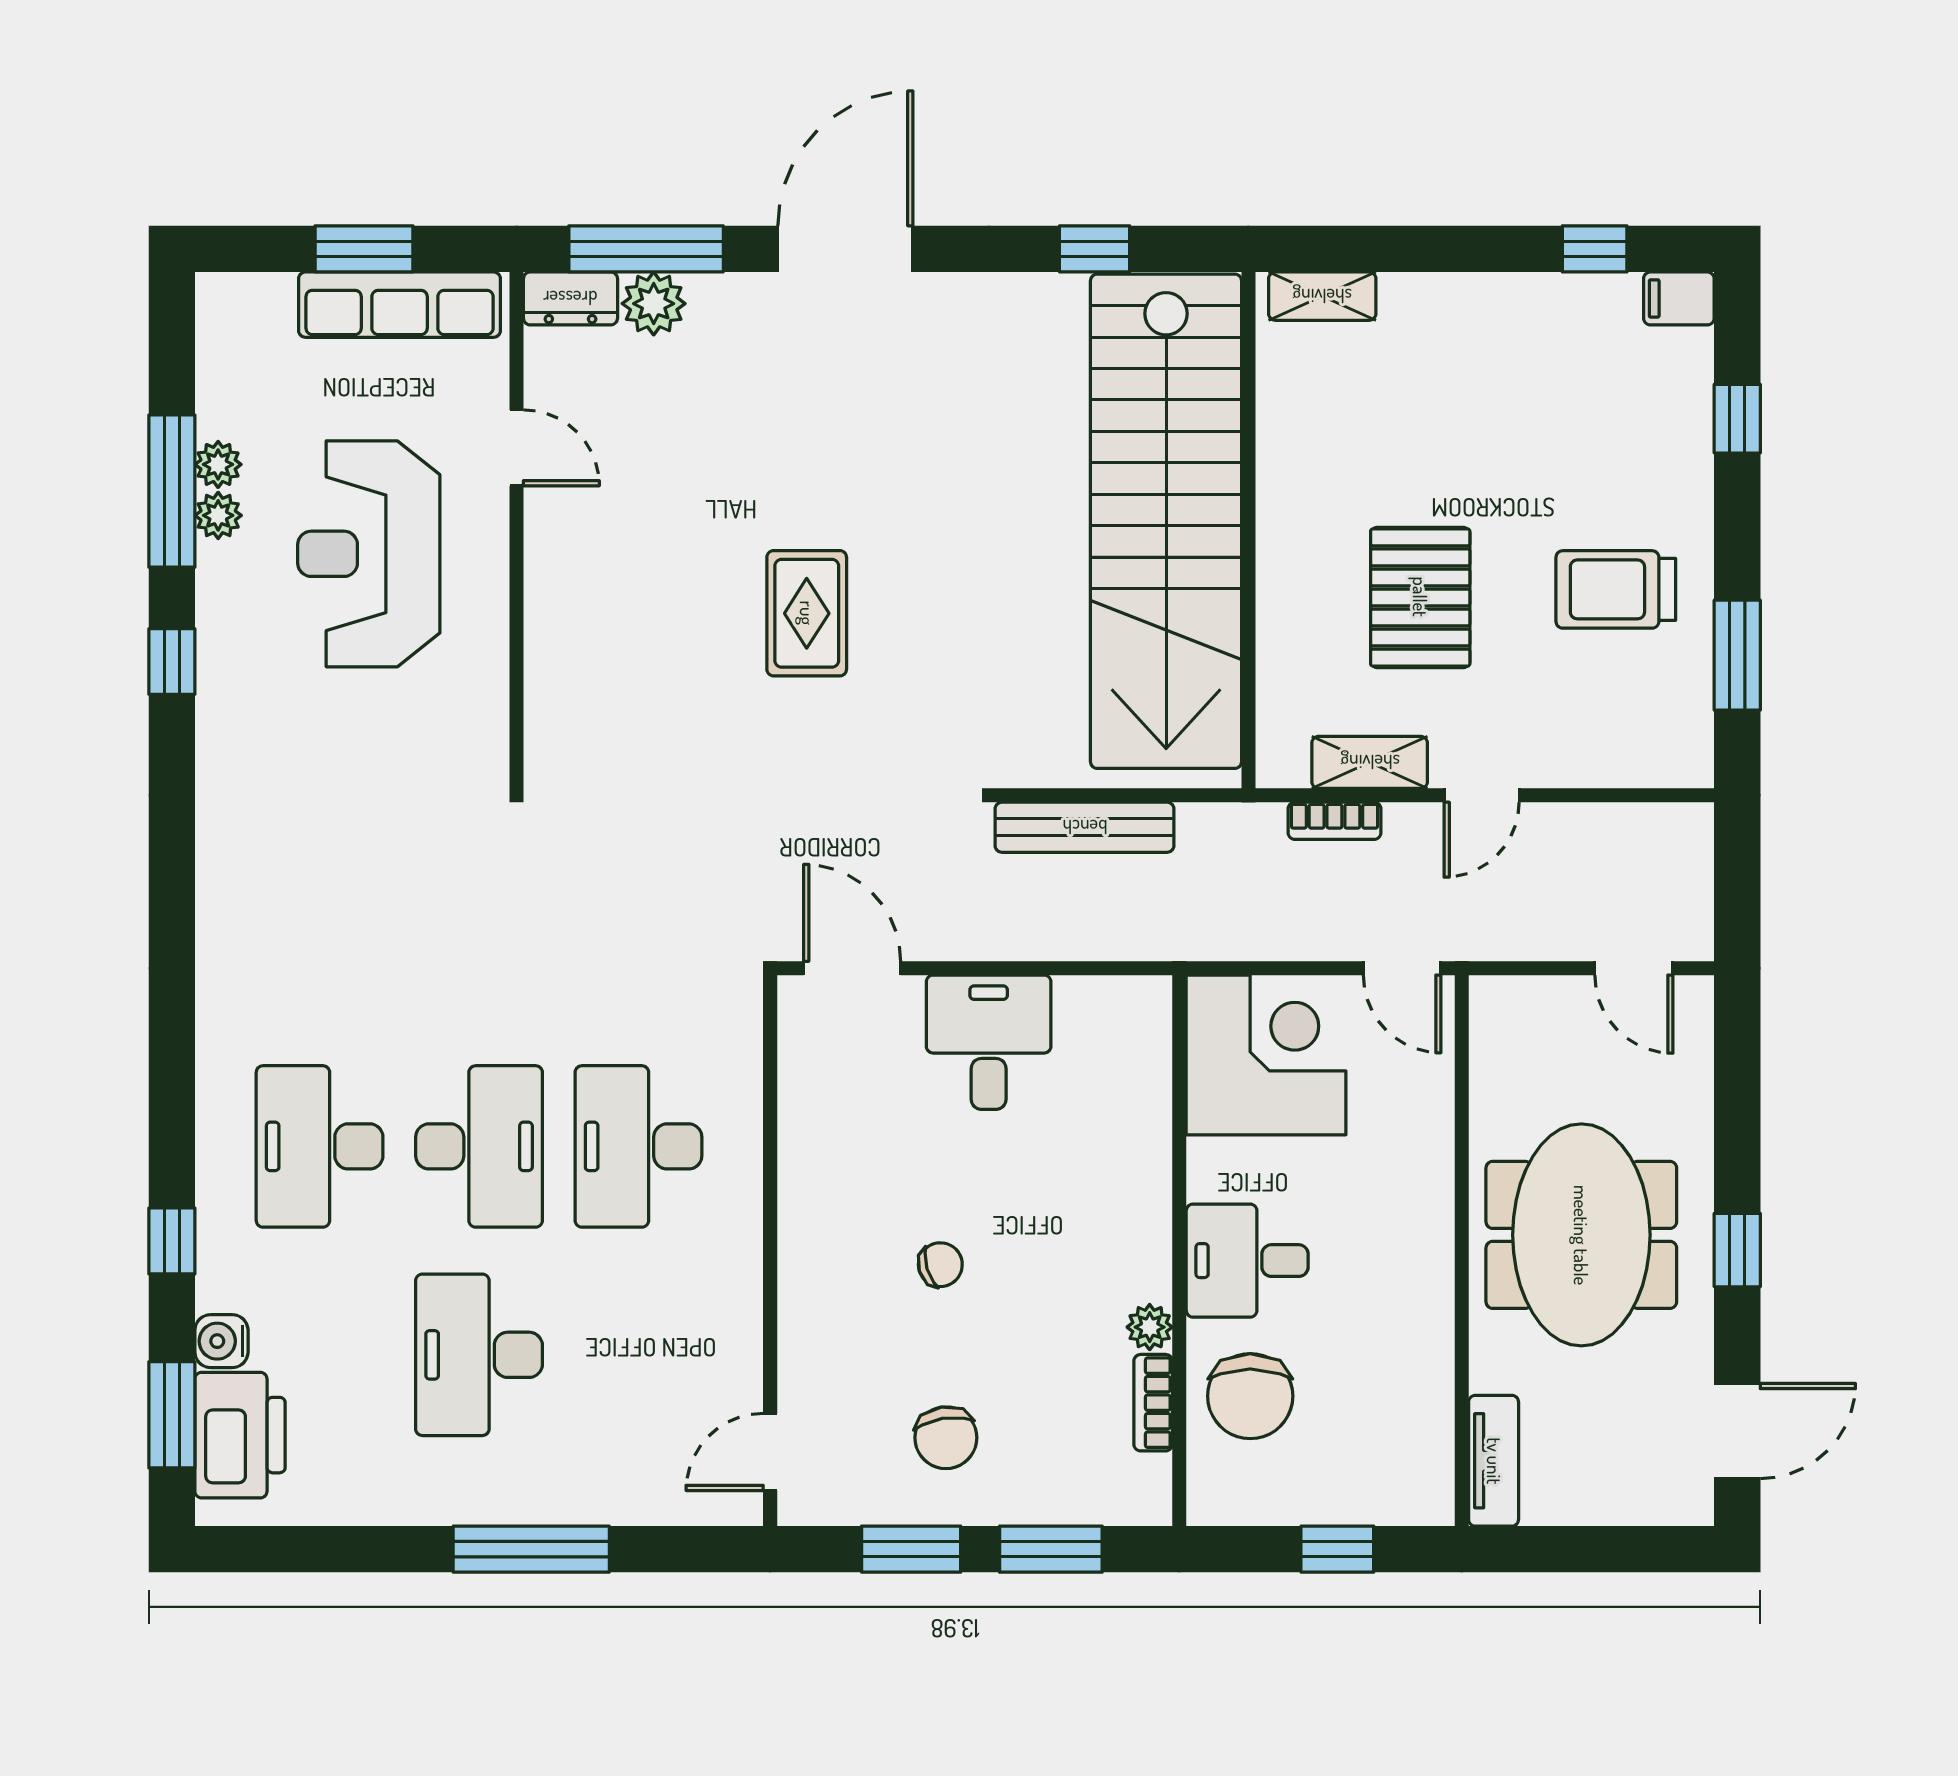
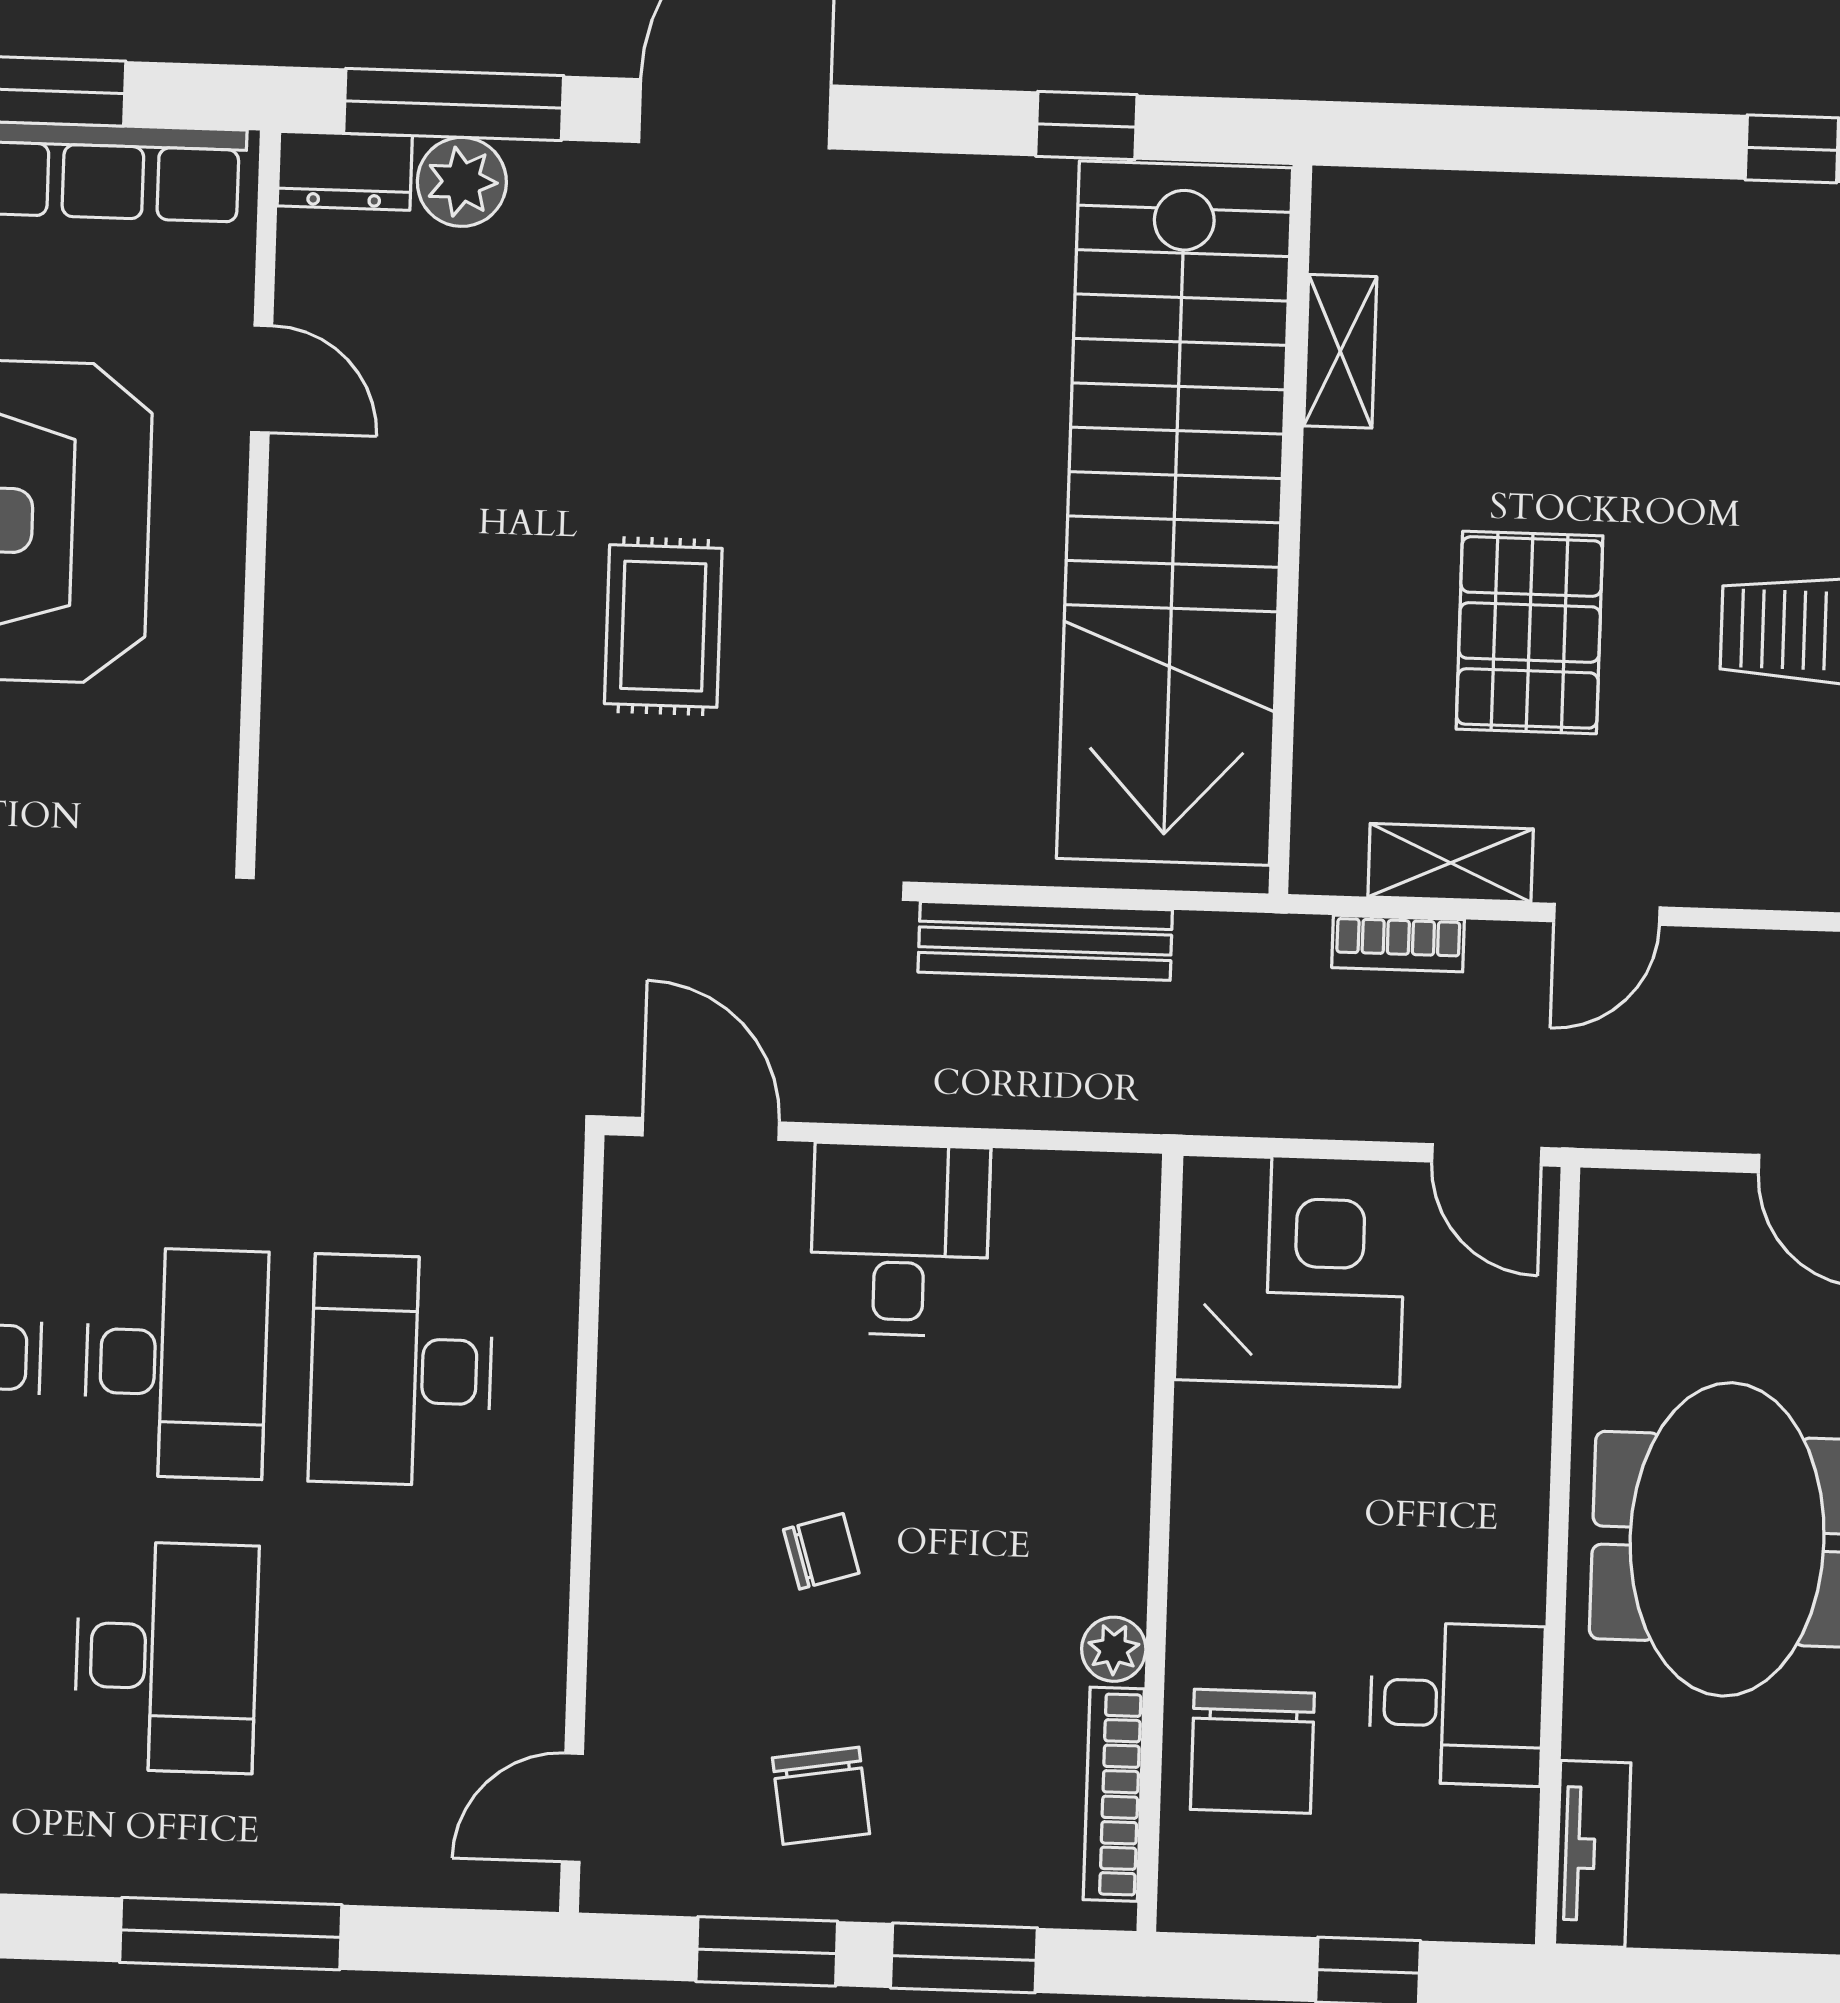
shelving: (1322, 296) -> (1340, 351), moved, turned 90
desk: (1247, 1261) -> (1457, 1704), moved, turned 180
desk: (479, 1355) -> (166, 1657), turned 180
bookcase: (1153, 1403) -> (1114, 1794), width x1.56

